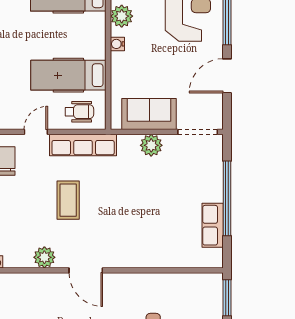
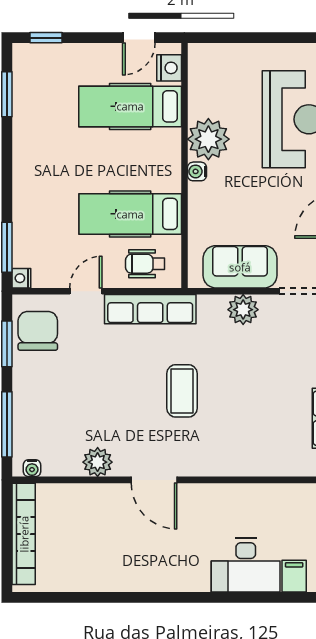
plant: (122, 16) -> (208, 139), width x1.36, depth x1.36
wheelchair: (79, 112) -> (145, 264), turned 180
coffee table: (68, 200) -> (182, 391), moved

